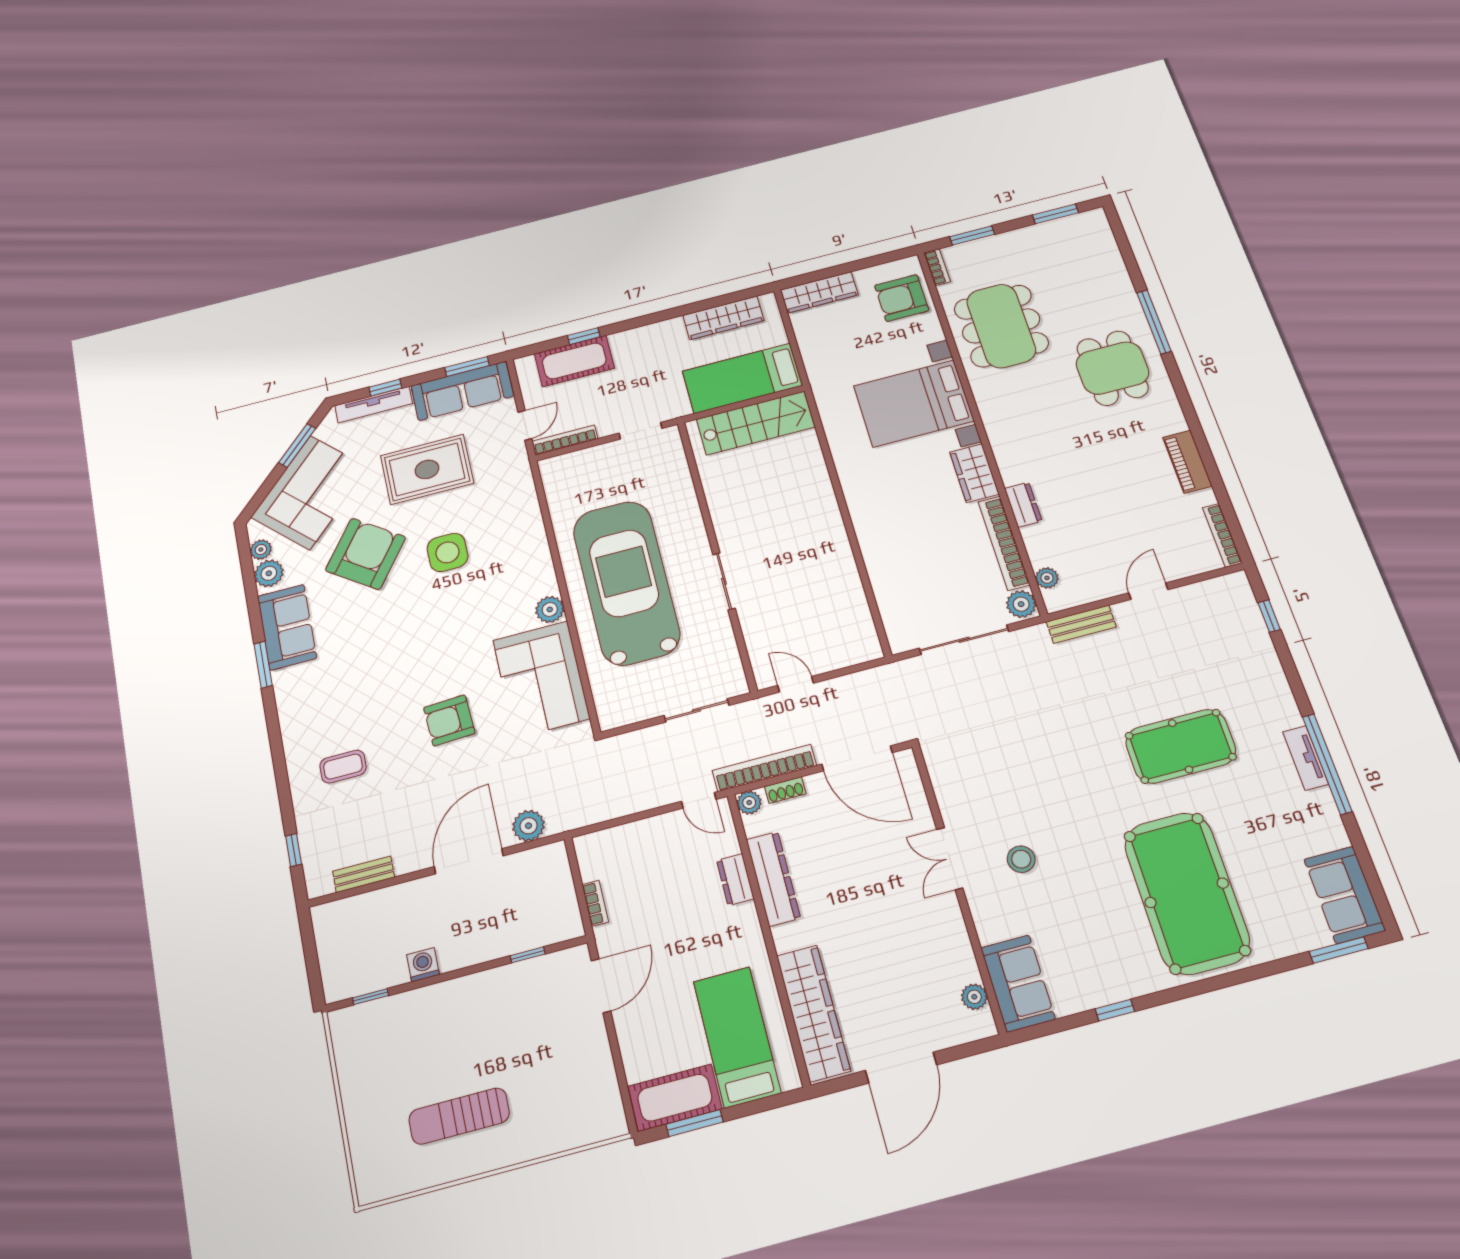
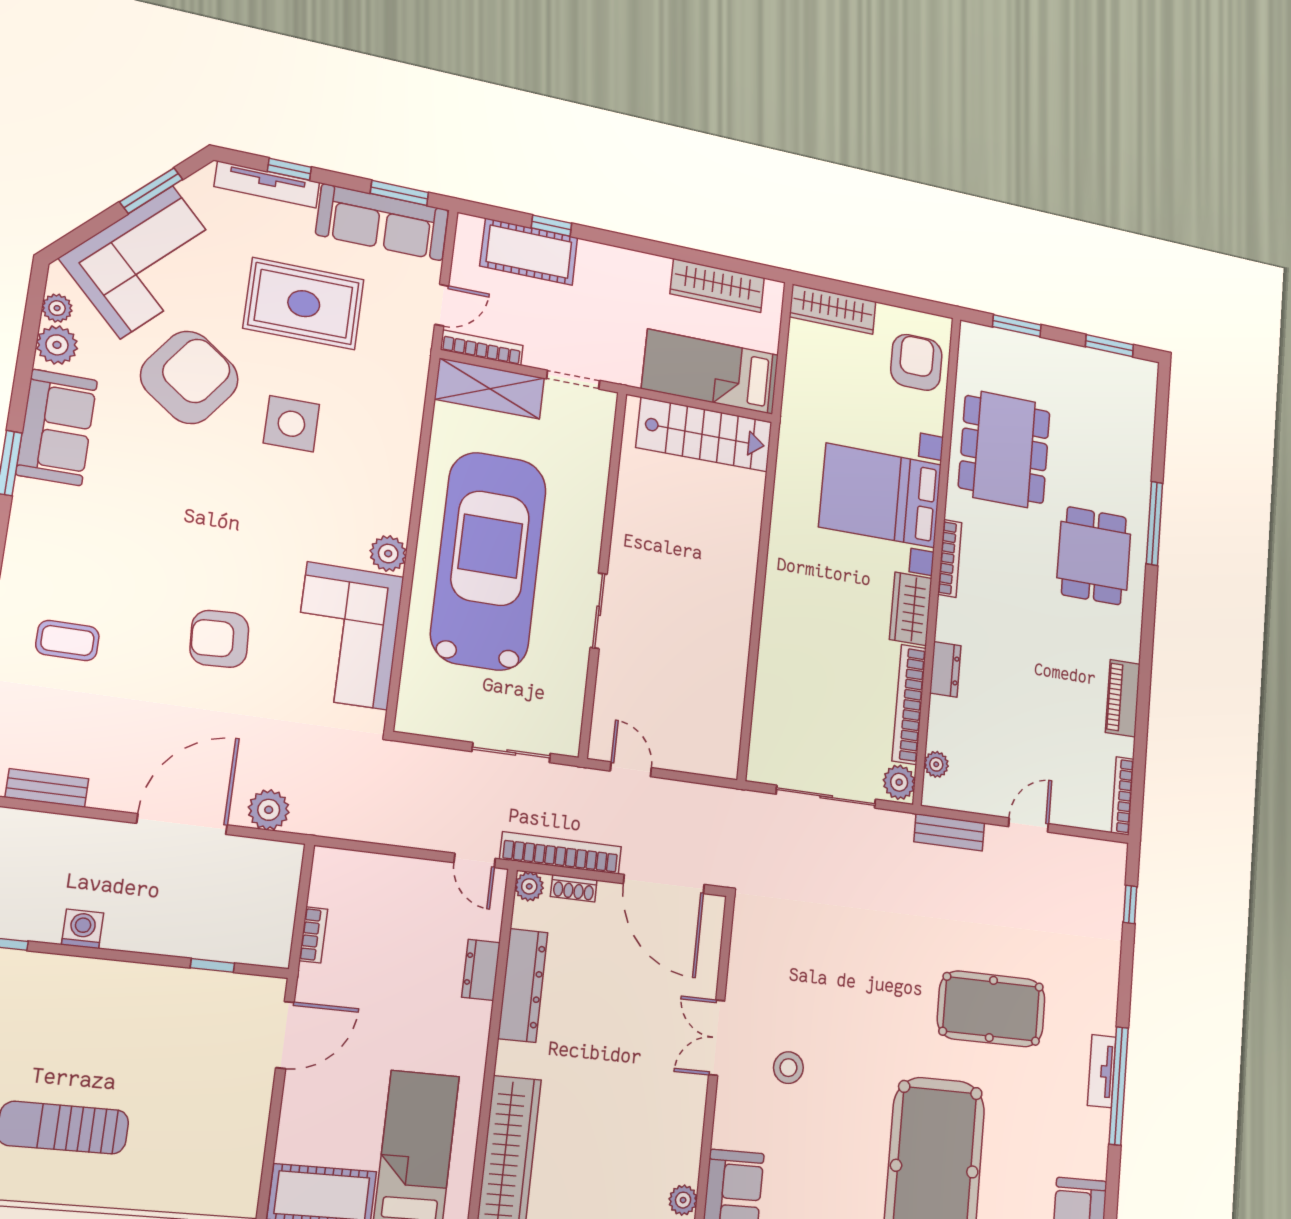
bookcase: (937, 267) -> (950, 558), moved, width x1.56
armchair: (902, 298) -> (916, 362), turned 90
shelving: (581, 465) -> (490, 389), added

